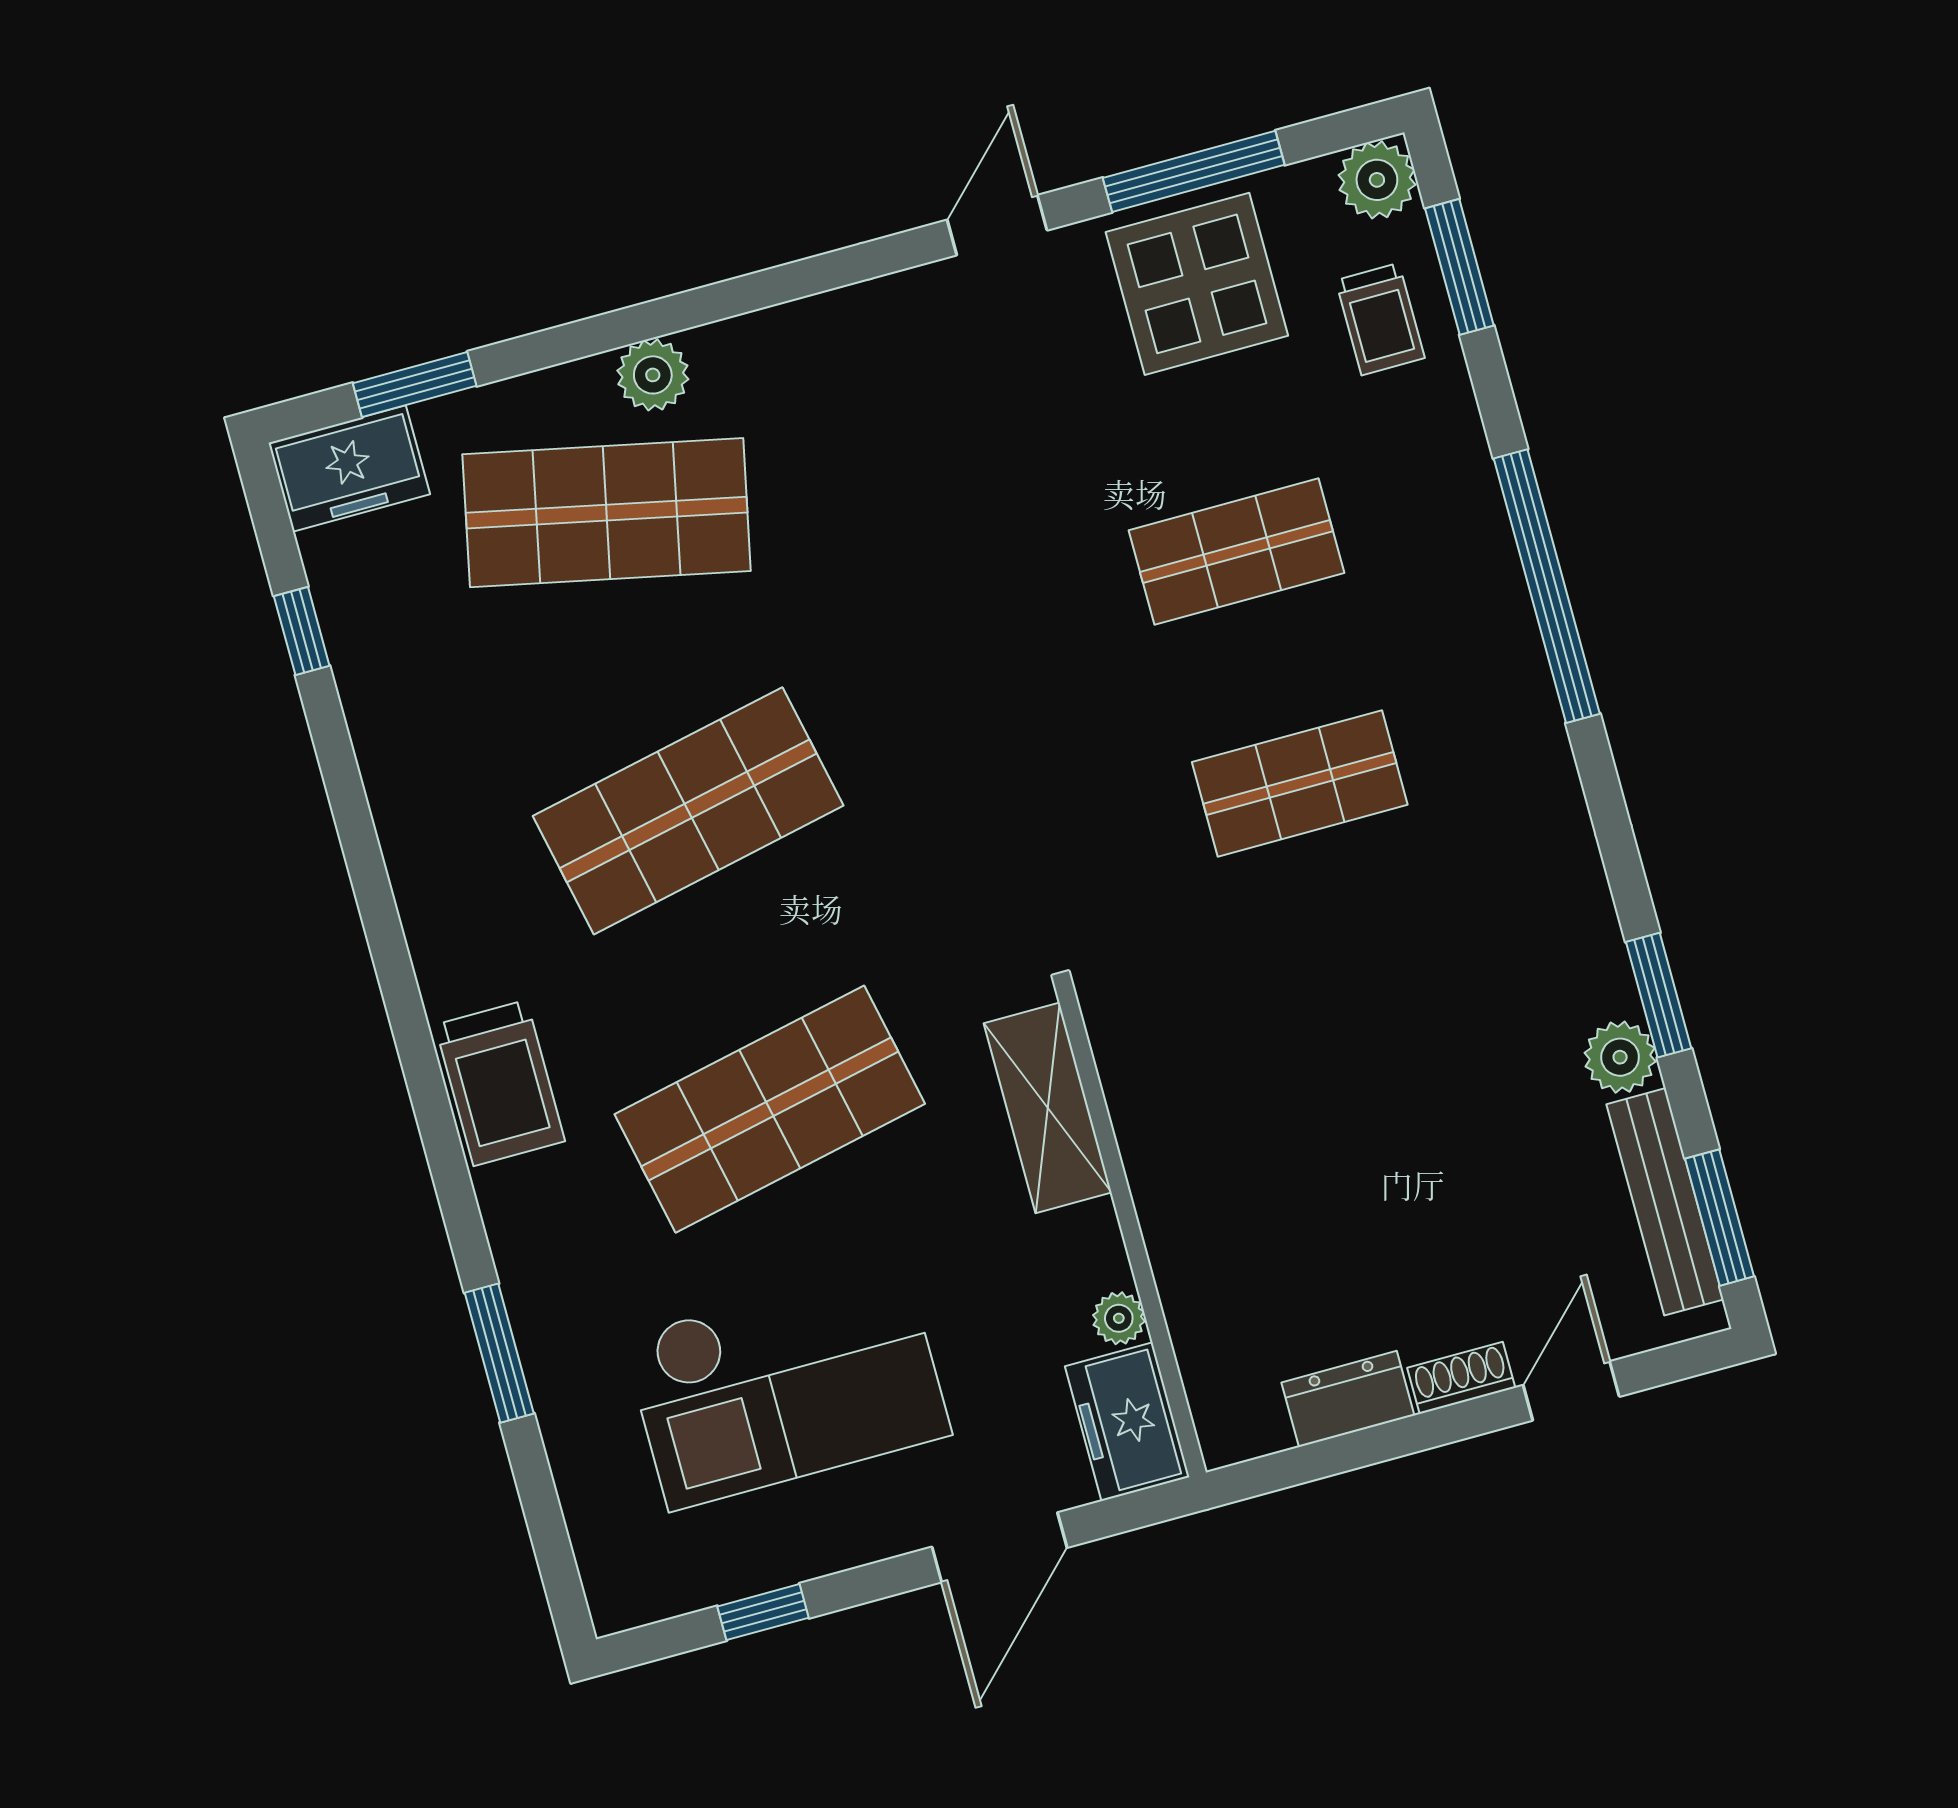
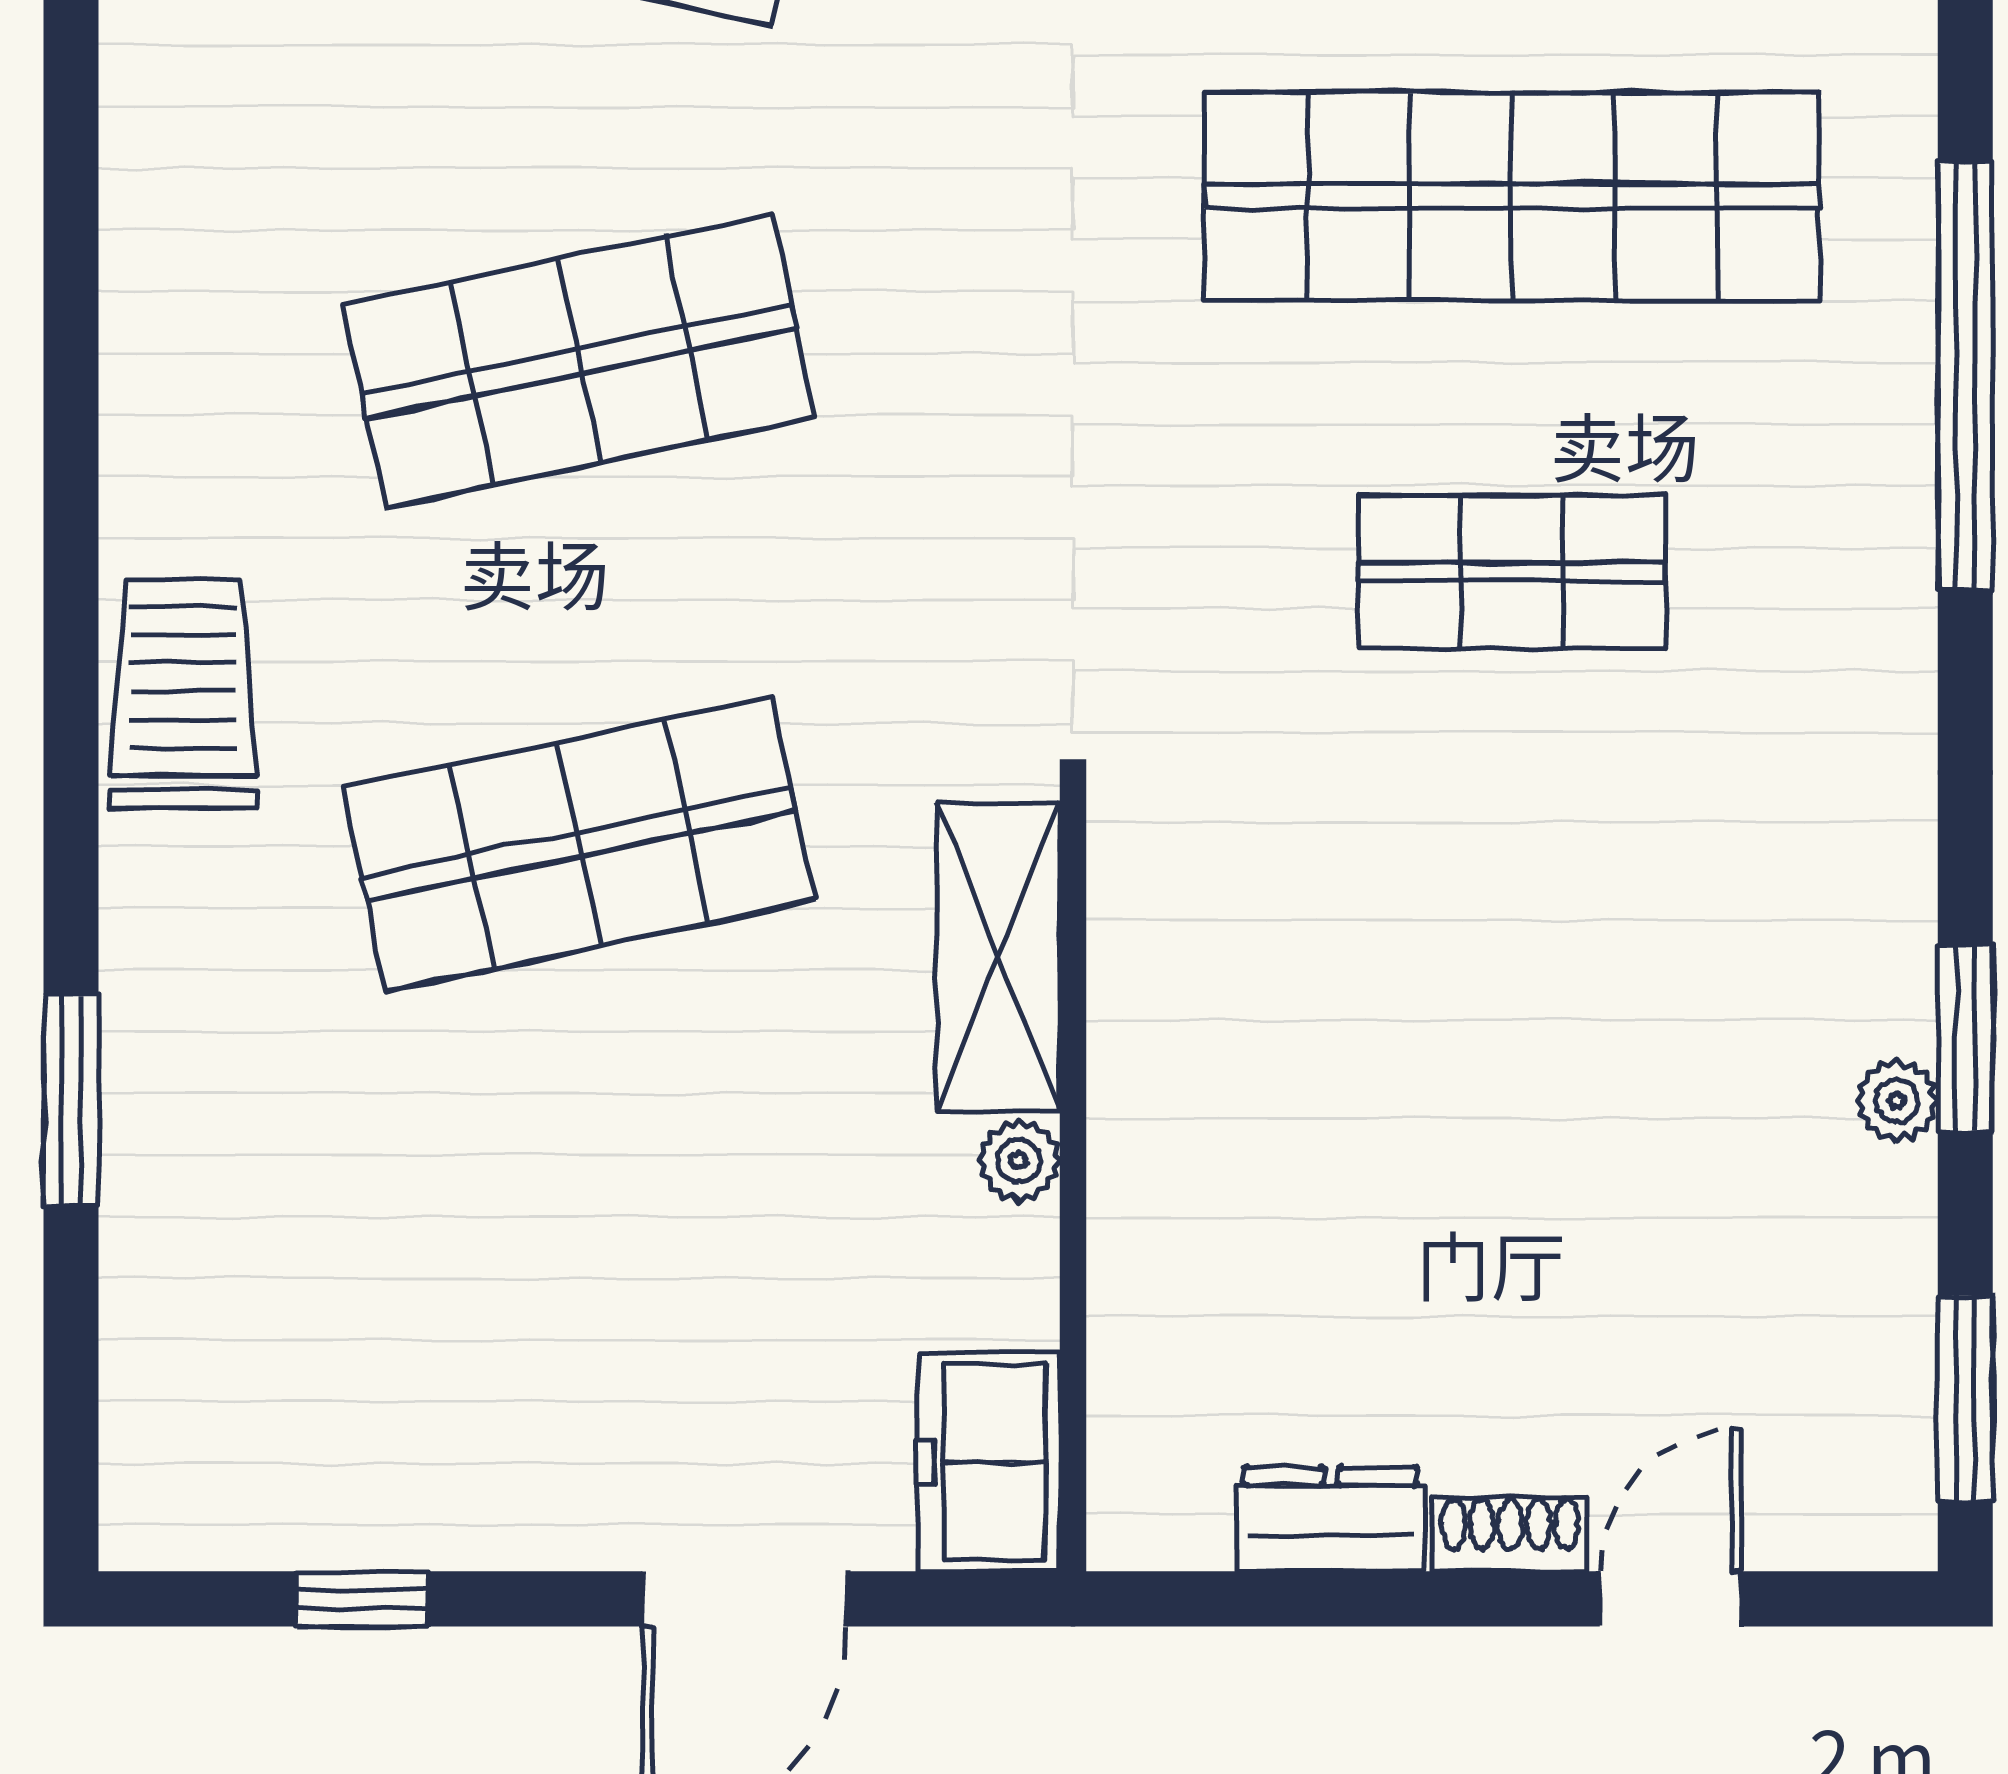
shop shelf: (1236, 552) -> (1512, 196), width x2.00, depth x1.36
plant: (1620, 1057) -> (1897, 1101), width x0.73, depth x0.73
trolley: (500, 1083) -> (183, 694), turned 180
bench: (1665, 1202) -> (1890, 1353), removed
plant: (1119, 1318) -> (1019, 1160), moved
checkout: (787, 1386) -> (491, 1267), removed

